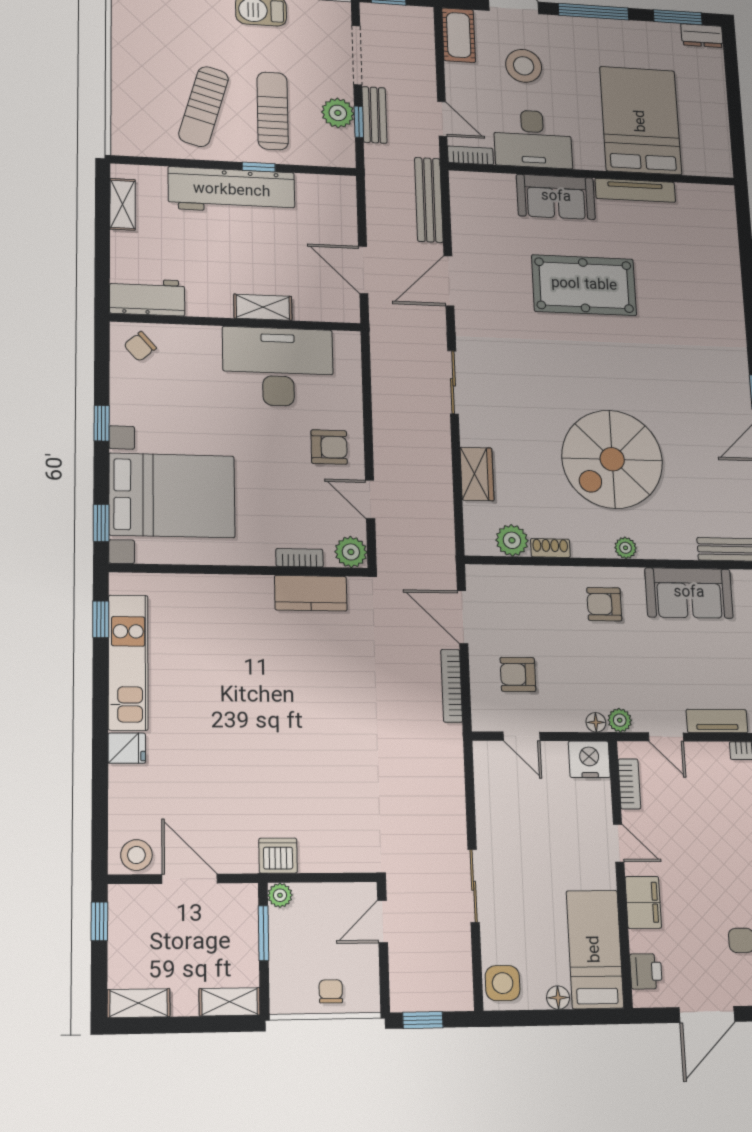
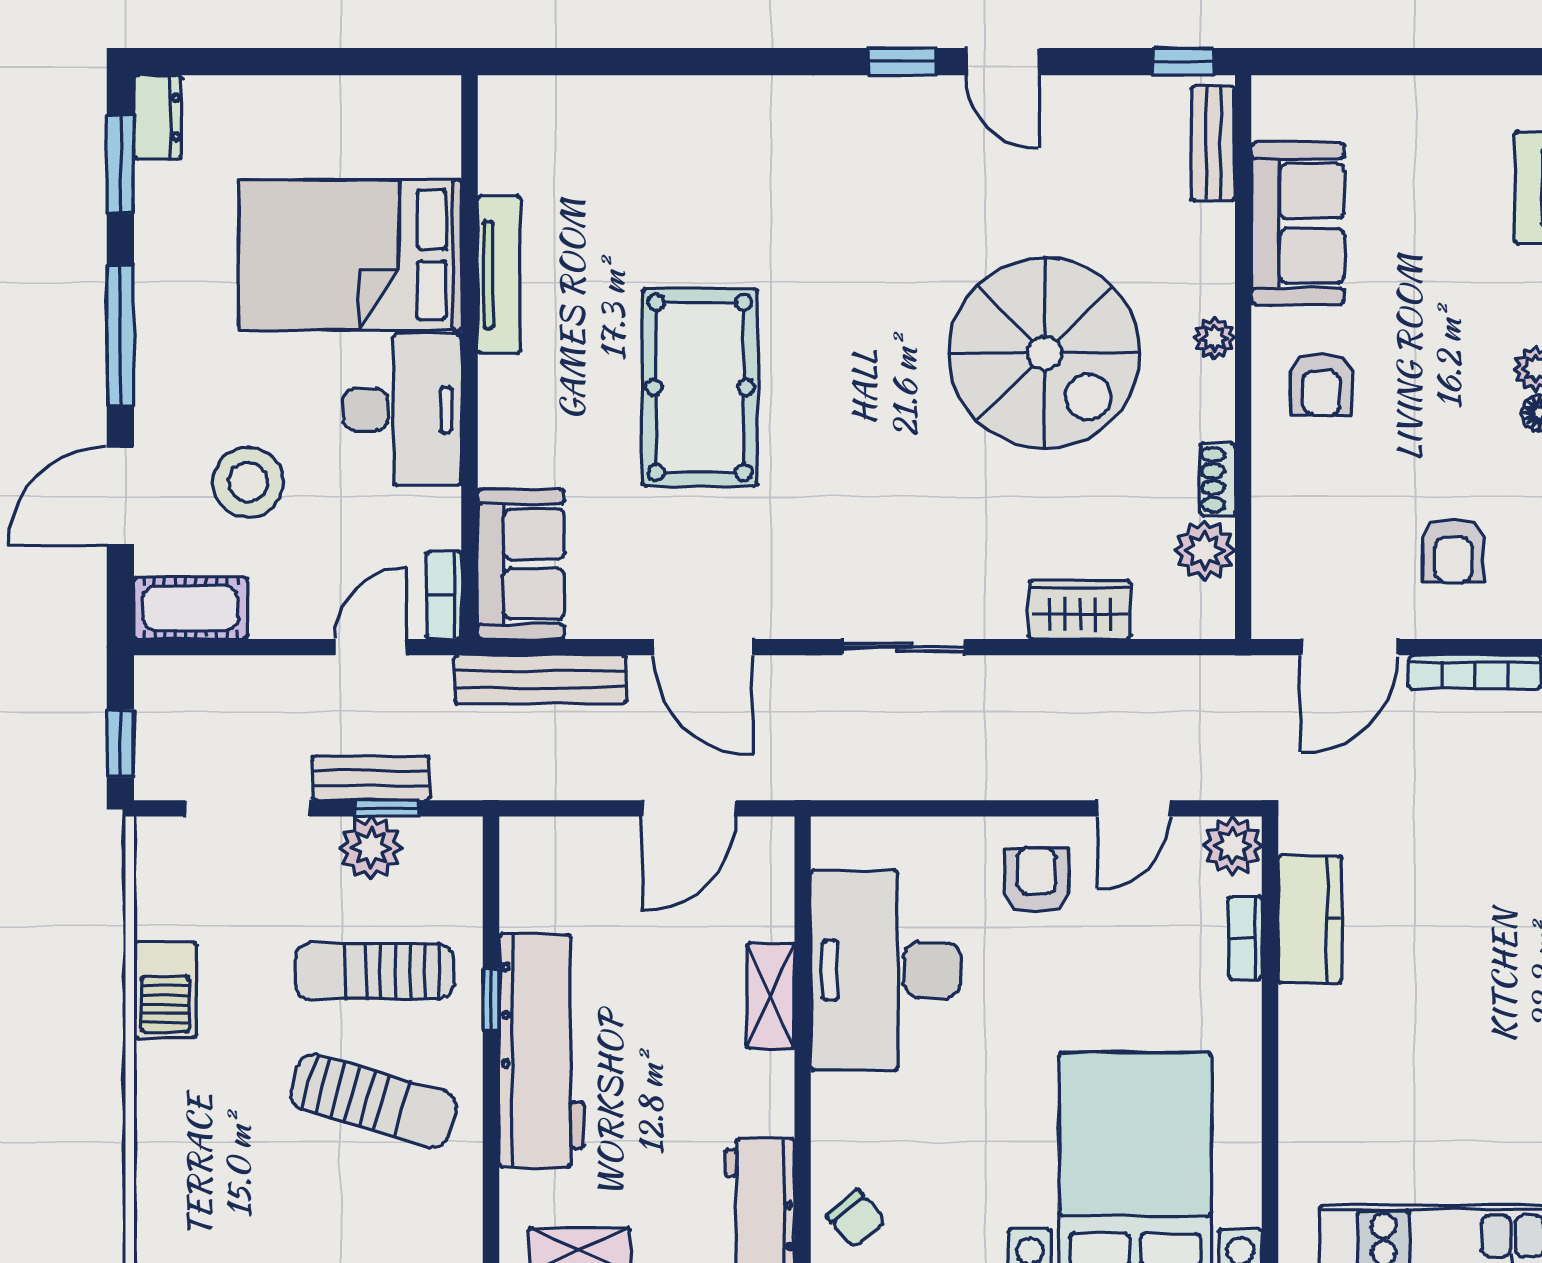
desk: (533, 139) -> (402, 410), moved
sofa: (556, 197) -> (521, 564), moved

